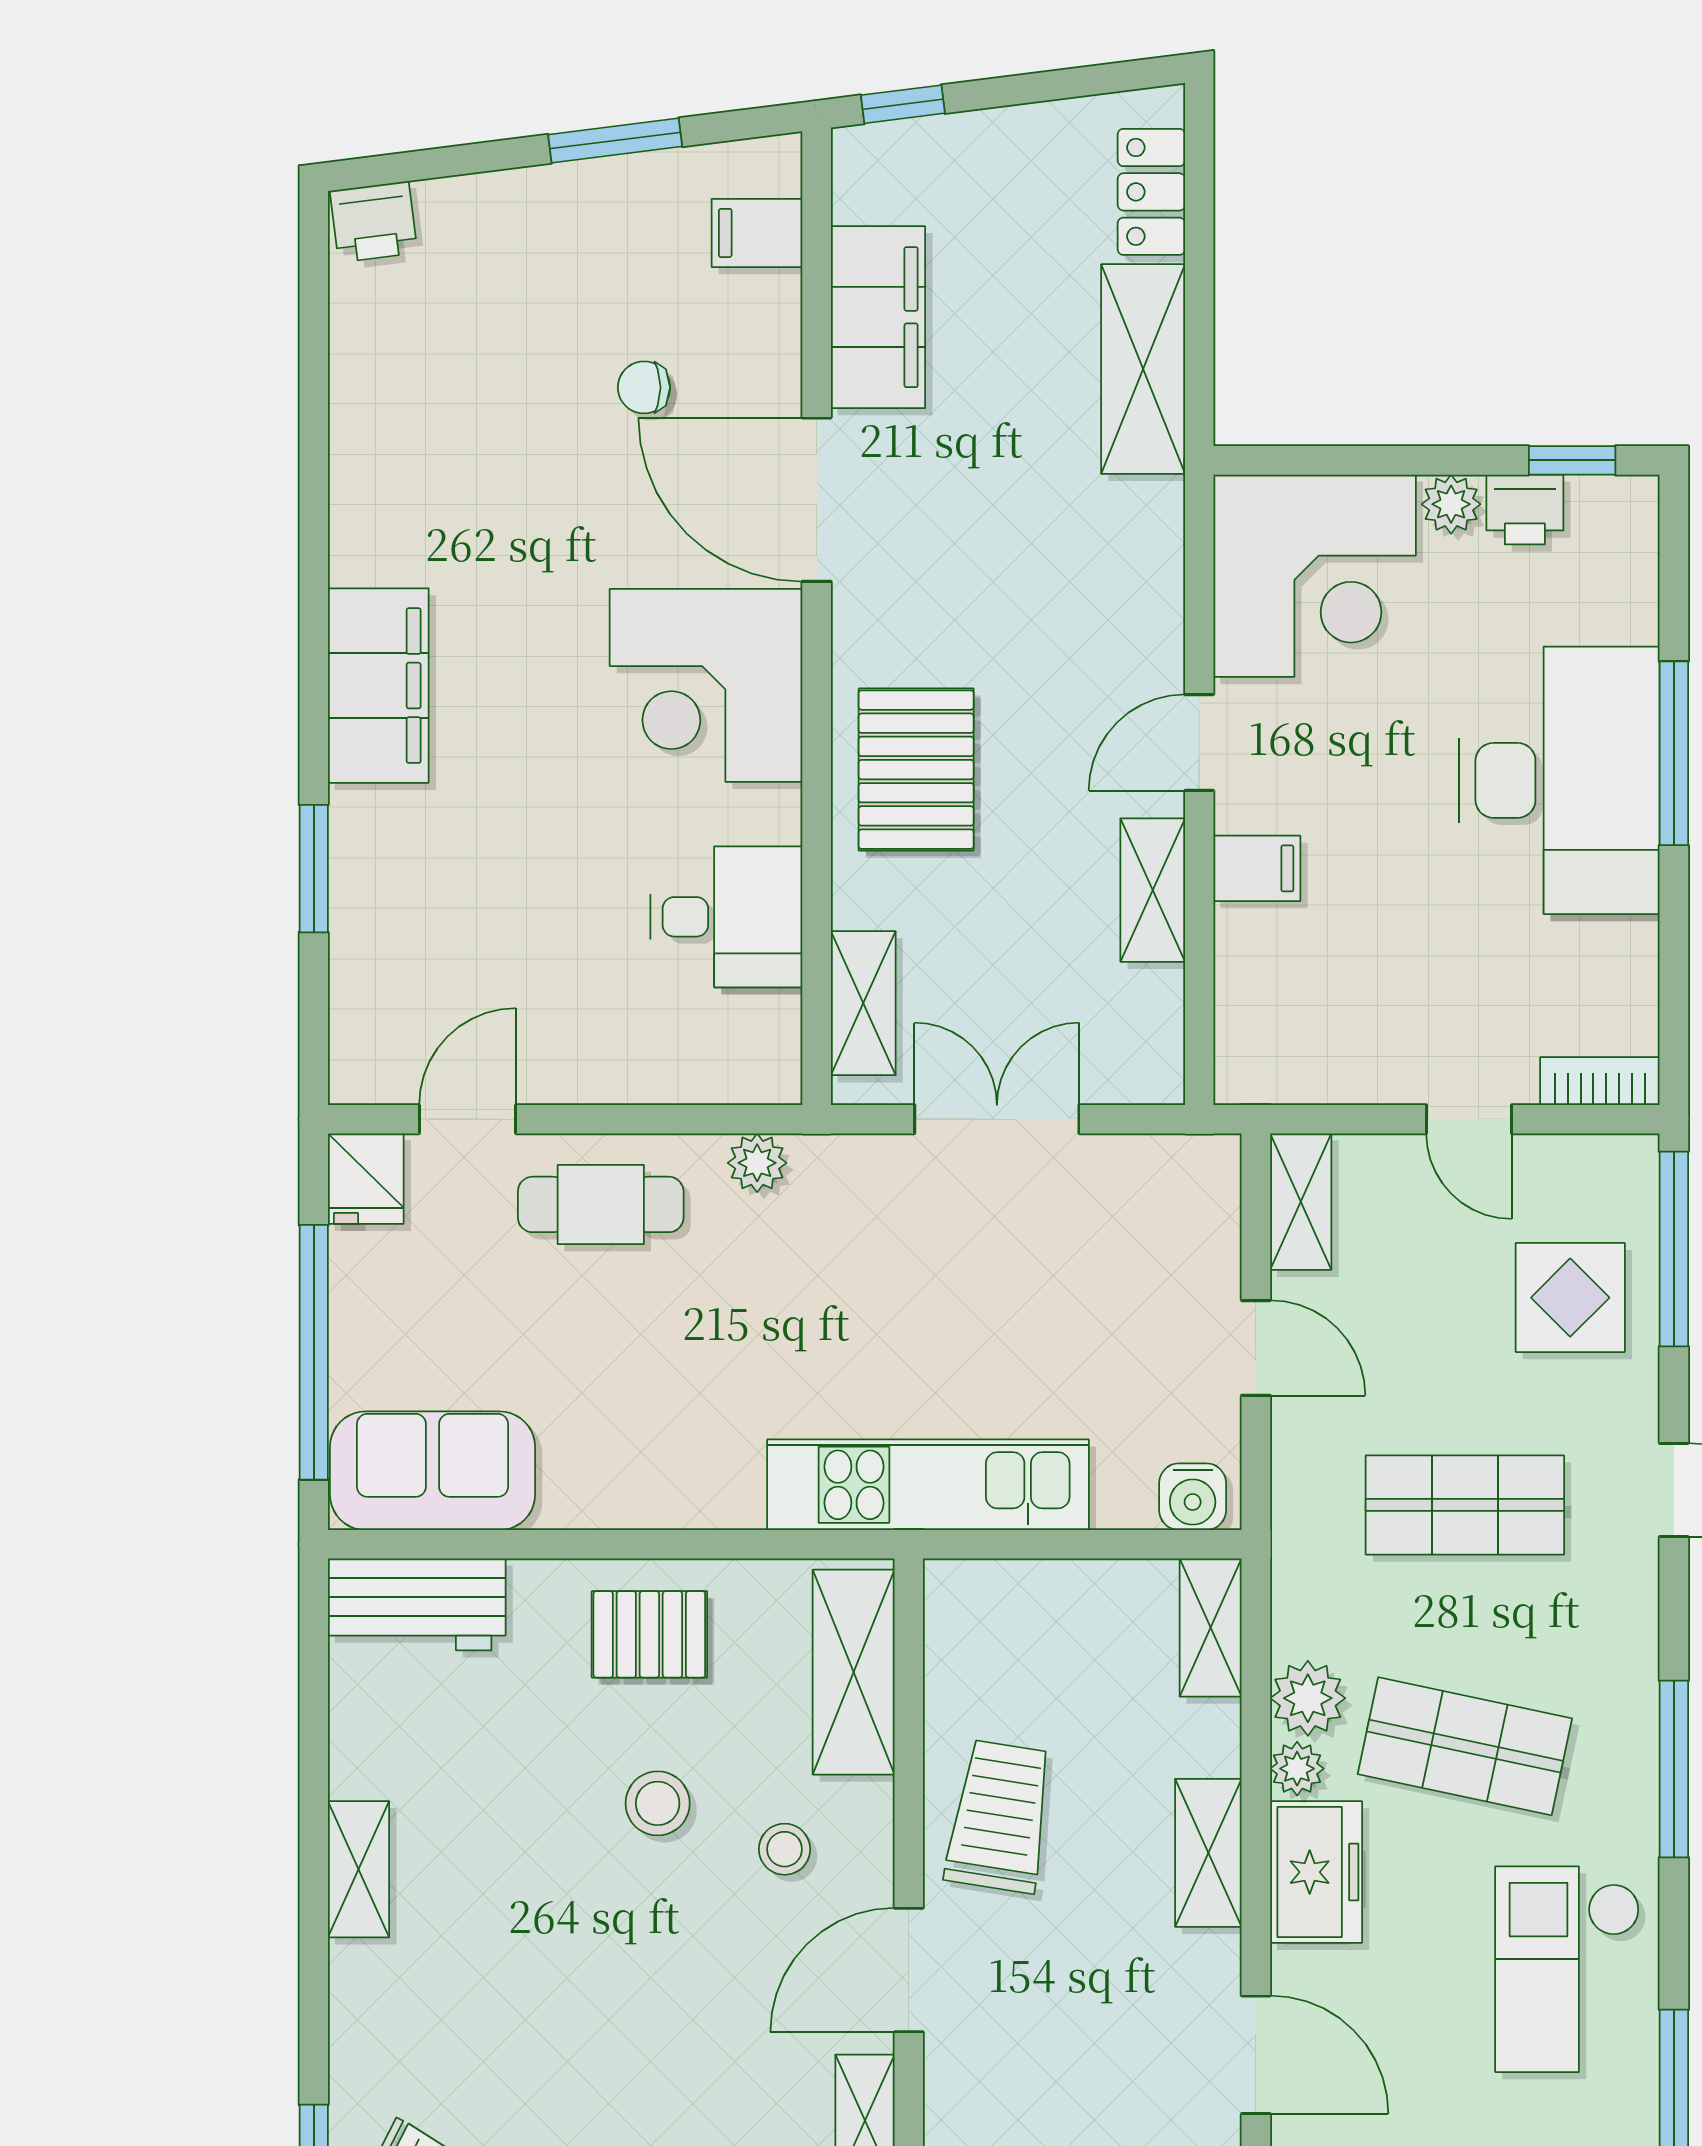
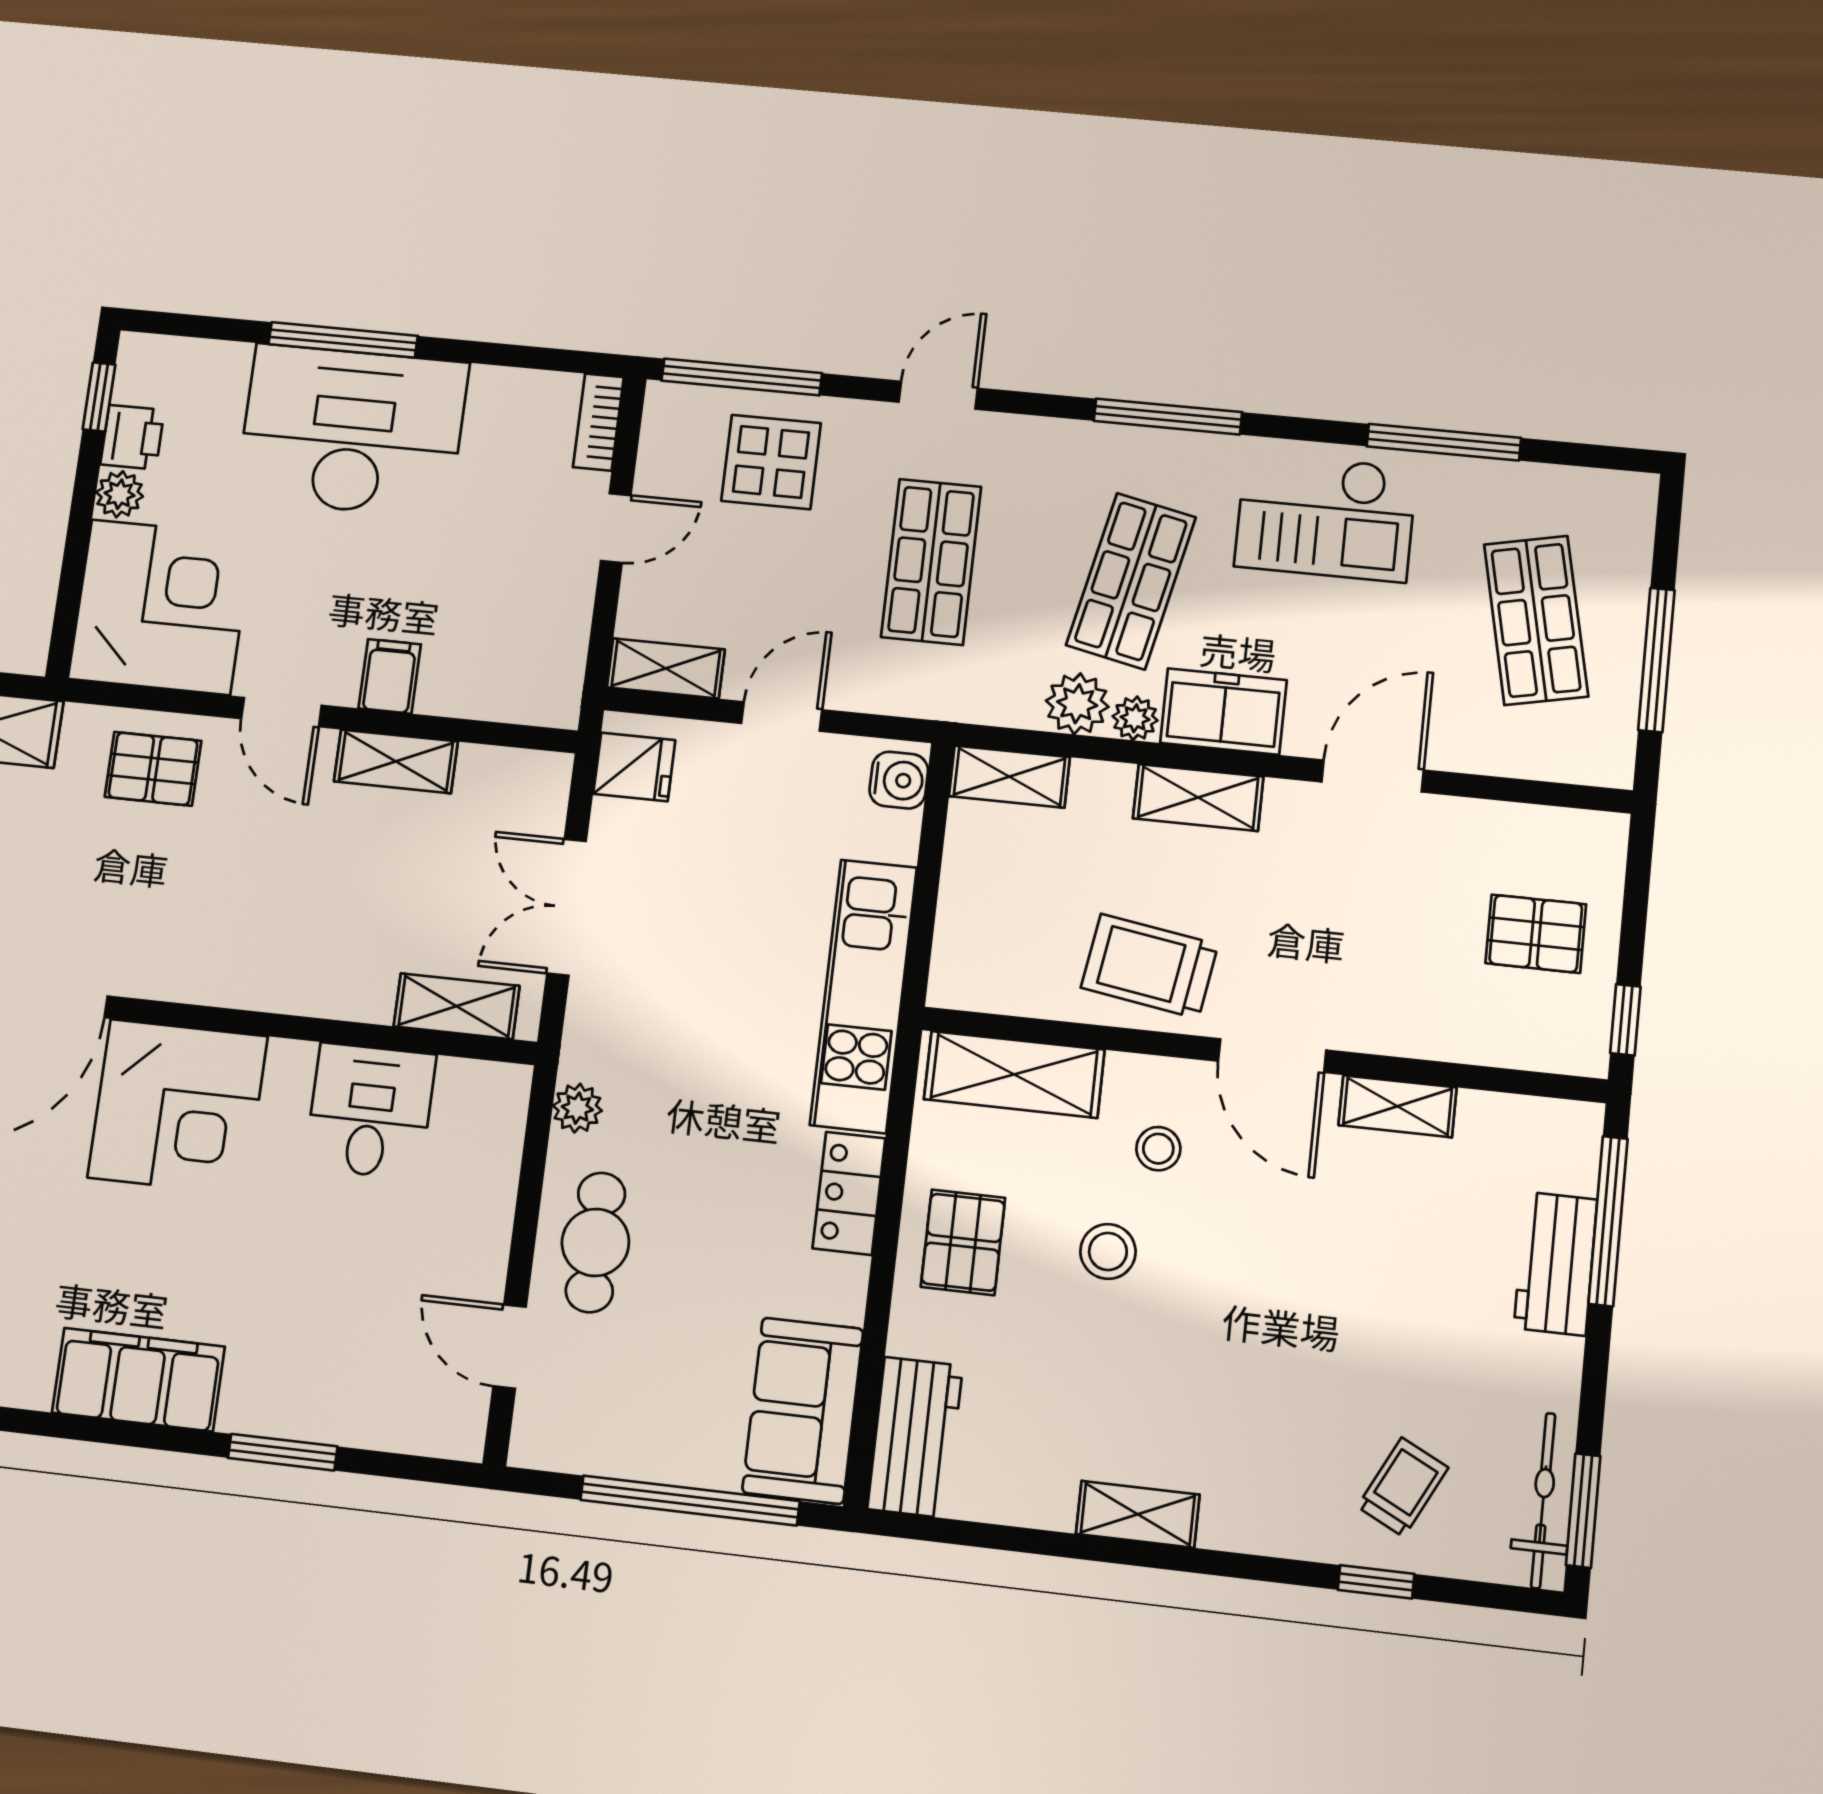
pallet: (916, 770) -> (153, 769), moved, width x0.67, depth x0.71
fridge: (366, 1179) -> (634, 767), moved
locker: (692, 1495) -> (849, 1193), added

